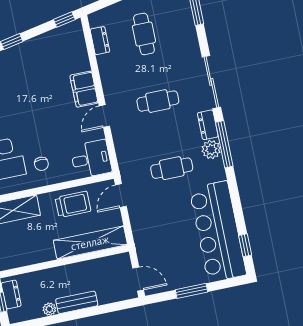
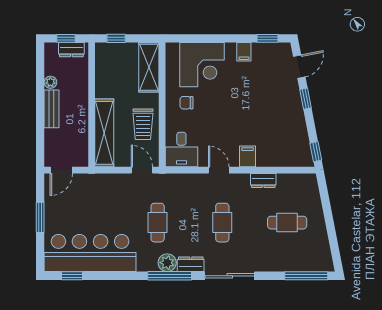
dresser: (100, 41) -> (263, 180), moved
filing cabinet: (84, 89) -> (248, 156), width x0.50

